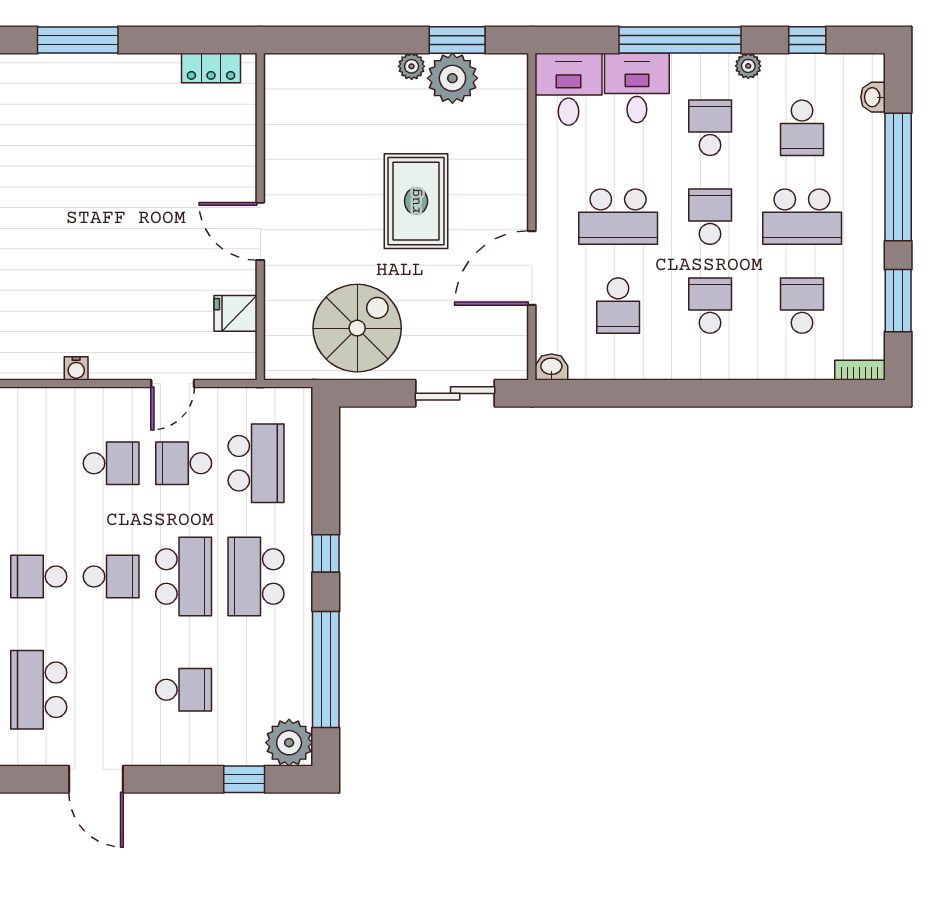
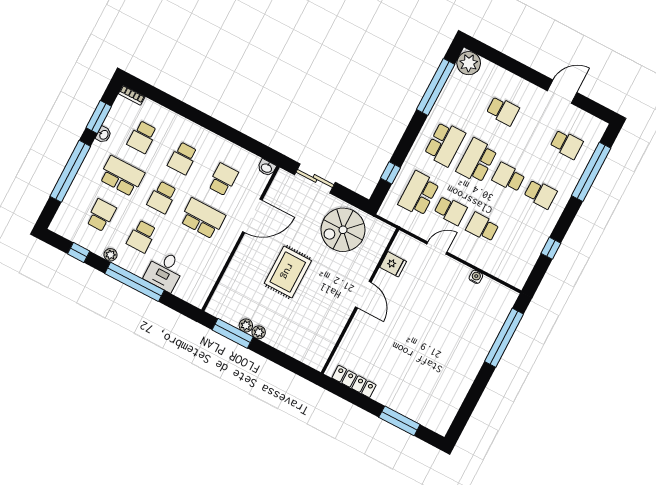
window: (457, 40) -> (233, 333), width x1.44
locker: (211, 68) -> (354, 381), width x1.53
plant: (452, 78) -> (246, 326), width x0.53, depth x0.53
desk: (569, 89) -> (195, 286), removed
washbasin: (873, 97) -> (104, 135), moved
window: (326, 553) -> (391, 173), moved
school desk: (39, 690) -> (567, 144), width x0.54
school desk: (184, 690) -> (503, 111), turned 180
door: (96, 779) -> (562, 92), hinge flipped
window: (244, 779) -> (497, 57), removed

